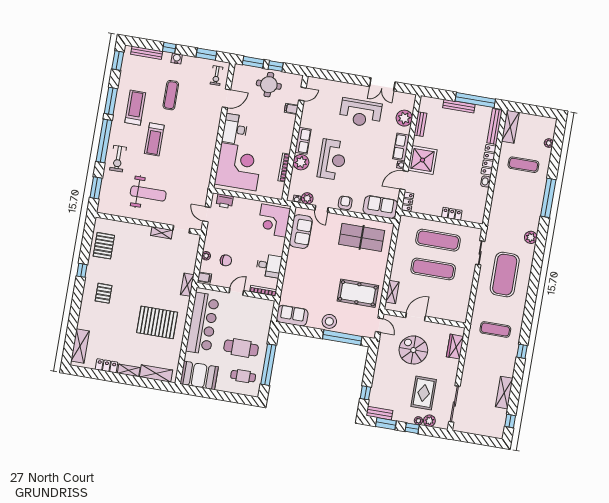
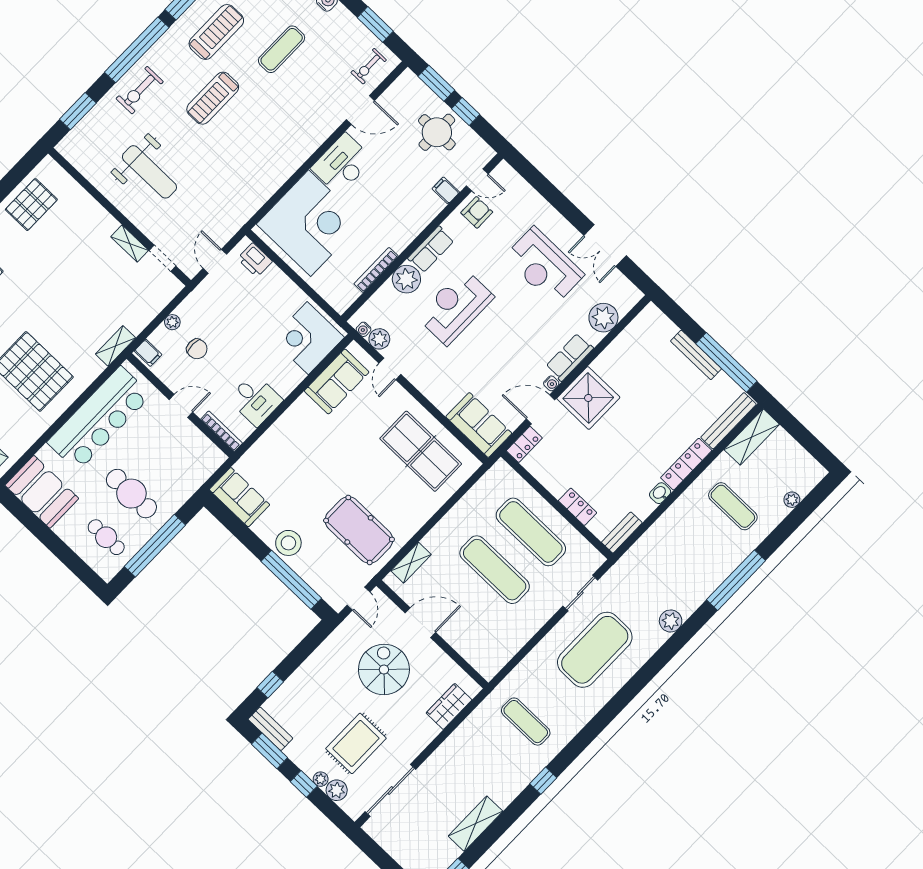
bench: (420, 124) -> (622, 533), moved
reception desk: (332, 160) -> (455, 307), turned 180
armchair: (345, 203) -> (477, 212), moved

